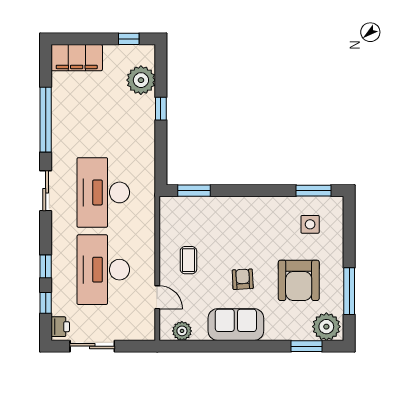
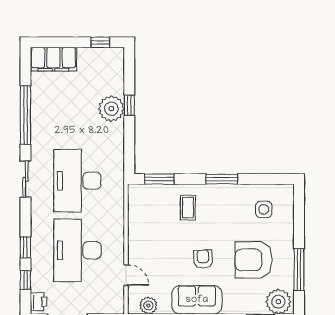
plant: (141, 80) -> (111, 109), moved
window: (313, 191) -> (222, 179), moved
coffee table: (188, 260) -> (188, 208), moved
armchair: (299, 280) -> (254, 260), turned 90

